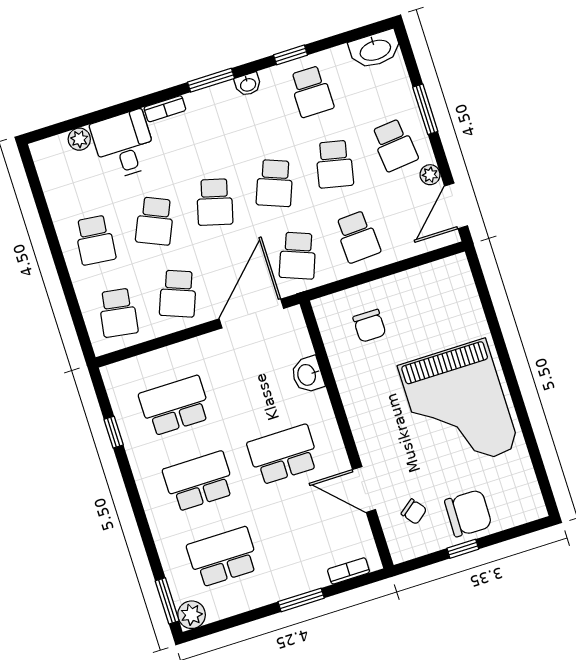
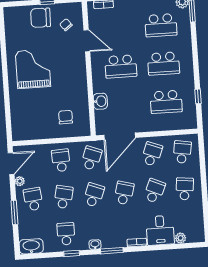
grand piano: (459, 407) -> (33, 69), width x0.73, depth x0.68

